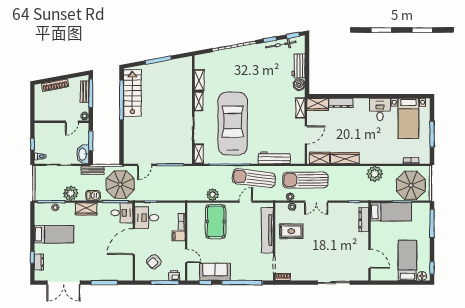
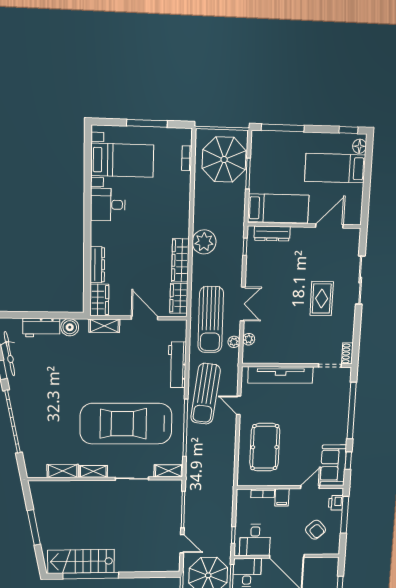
plant: (375, 174) -> (204, 242), moved
plant: (213, 195) -> (227, 451), removed
bed: (391, 212) -> (278, 208), moved, turned 90
pool table: (216, 222) -> (265, 447), turned 90
rug: (291, 231) -> (322, 298), moved
sofa: (215, 272) -> (333, 465), moved

